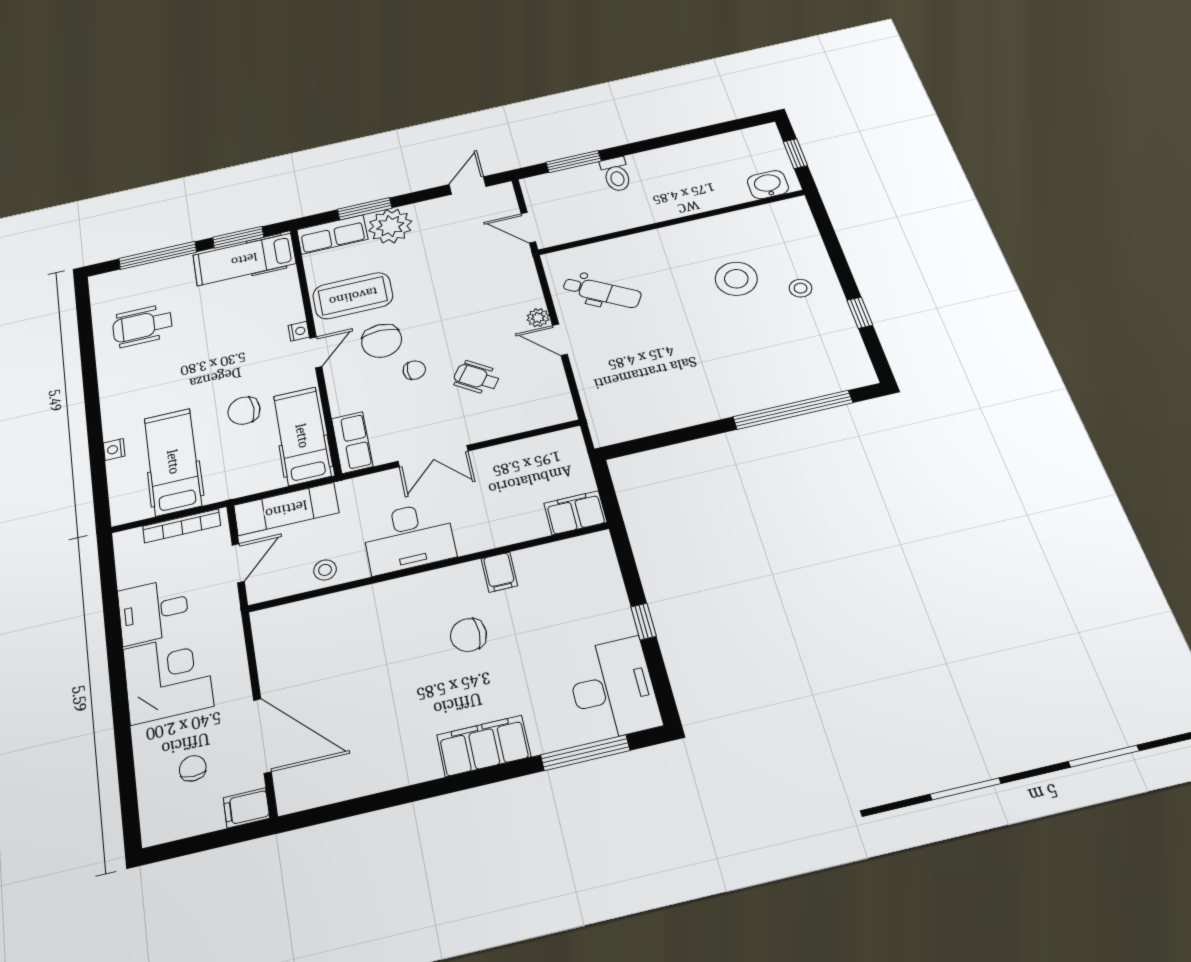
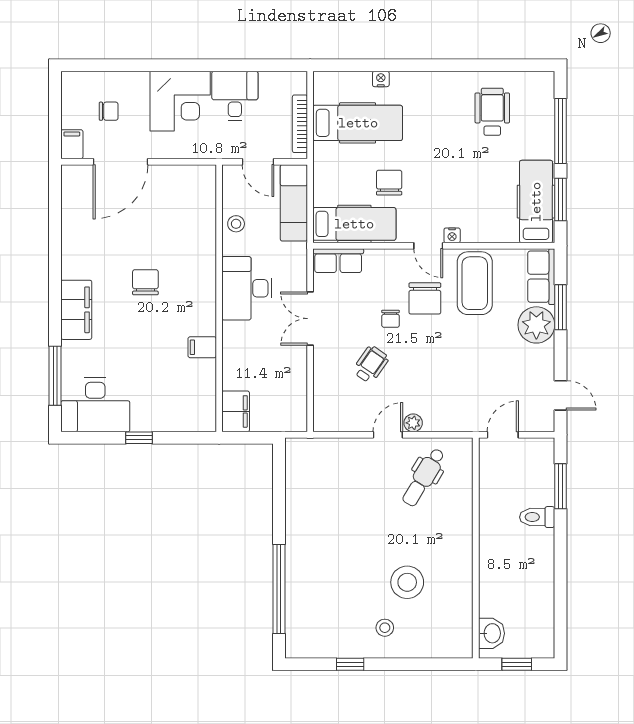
chair: (382, 341) -> (425, 298), turned -90
chair: (468, 635) -> (145, 282), moved

